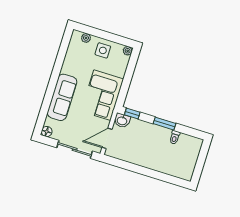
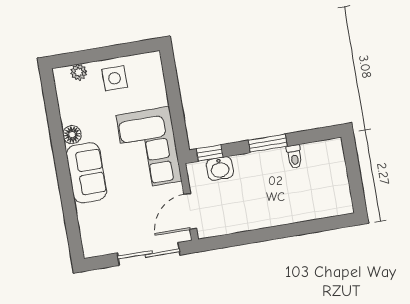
plant: (128, 51) -> (153, 59), removed
sofa: (62, 97) -> (86, 173), width x0.73
washbasin: (122, 121) -> (220, 168), moved
floor lamp: (47, 132) -> (72, 135), moved

